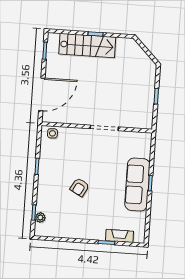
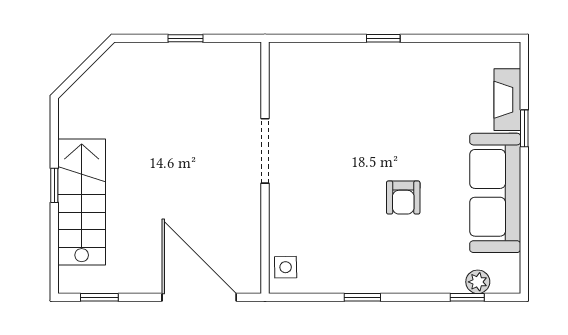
sofa: (137, 185) -> (495, 193), moved, turned 90
armchair: (80, 187) -> (403, 197), turned 61

